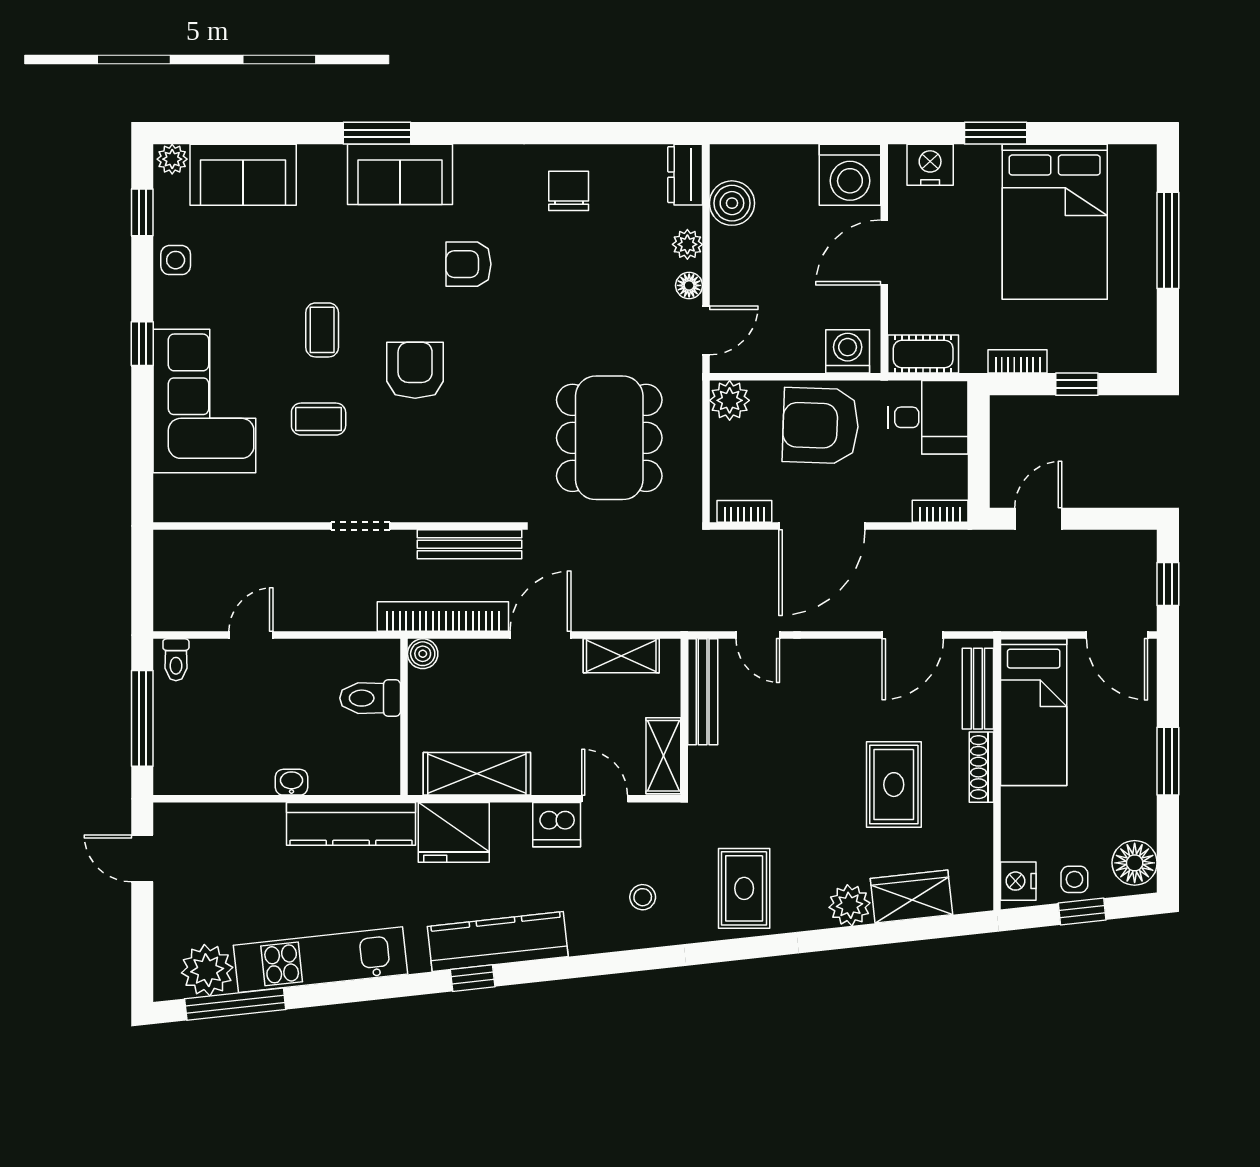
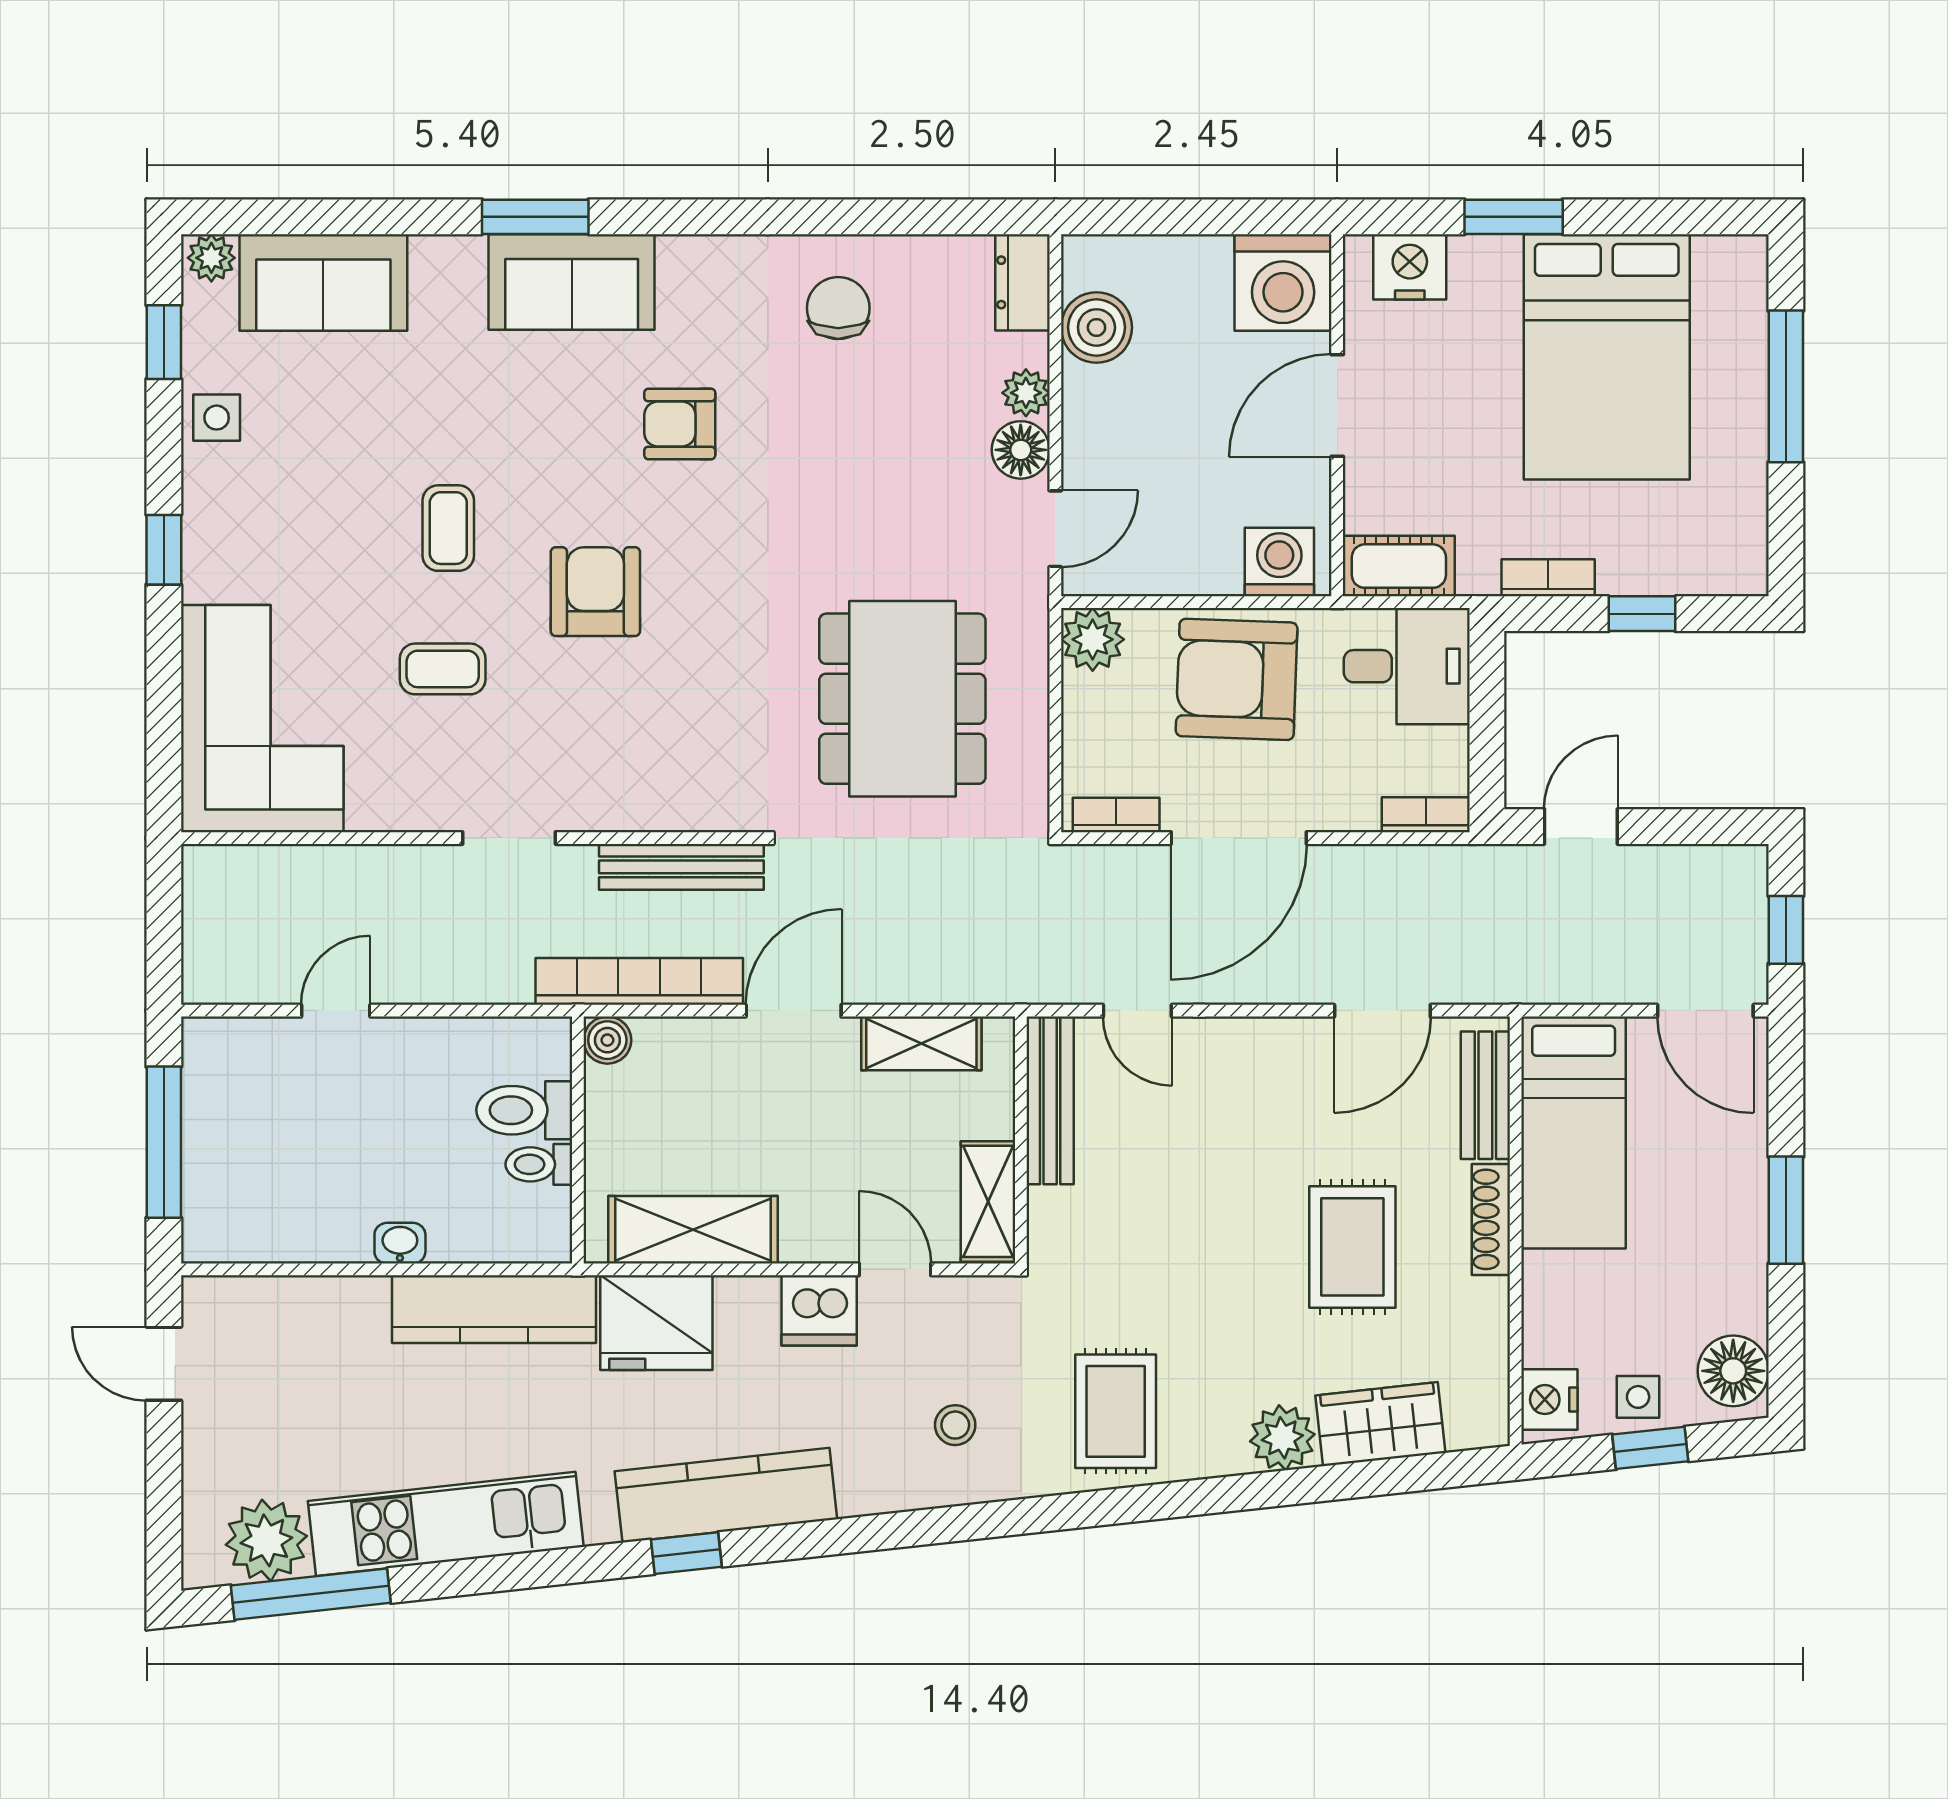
floor lamp: (689, 285) -> (1021, 450), width x1.37, depth x1.37
corner sofa: (204, 401) -> (262, 719), moved
toilet: (176, 660) -> (539, 1164), moved, turned 90

